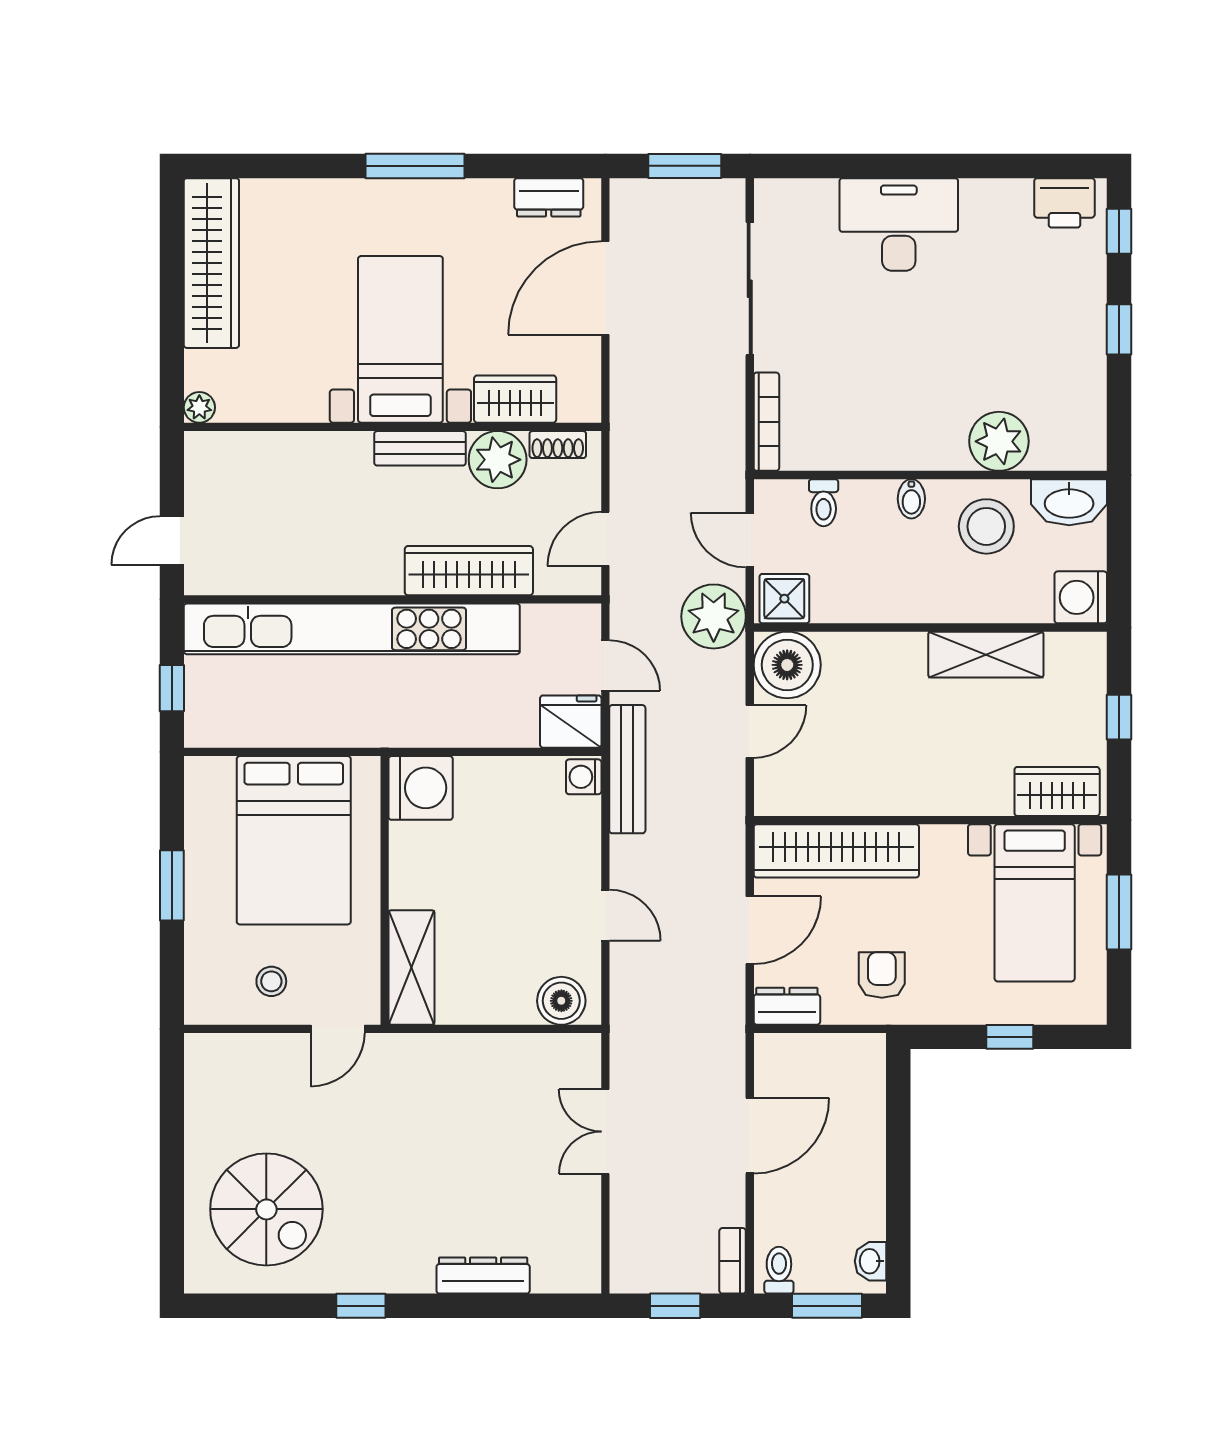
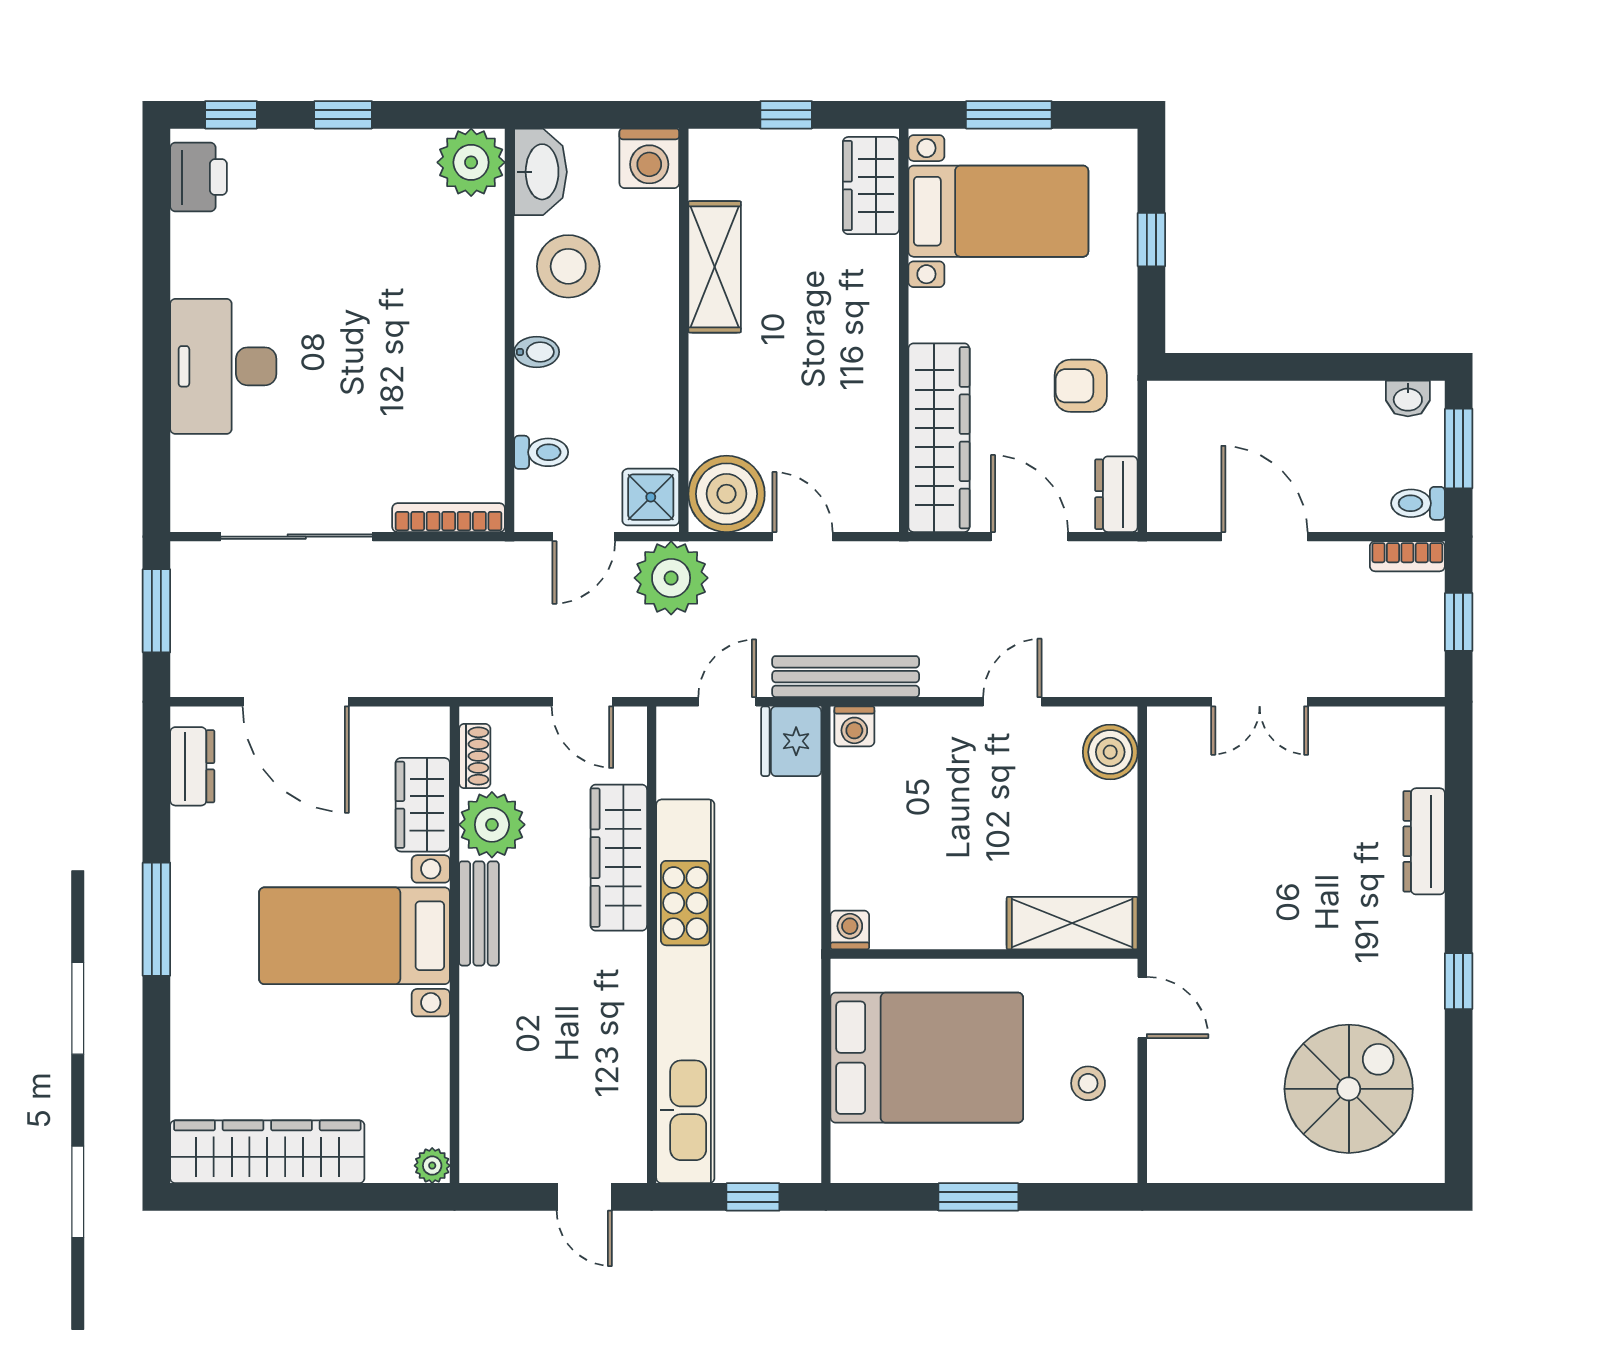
plant: (999, 441) -> (471, 162), moved
washing machine: (421, 788) -> (850, 930), width x0.53, depth x0.53

